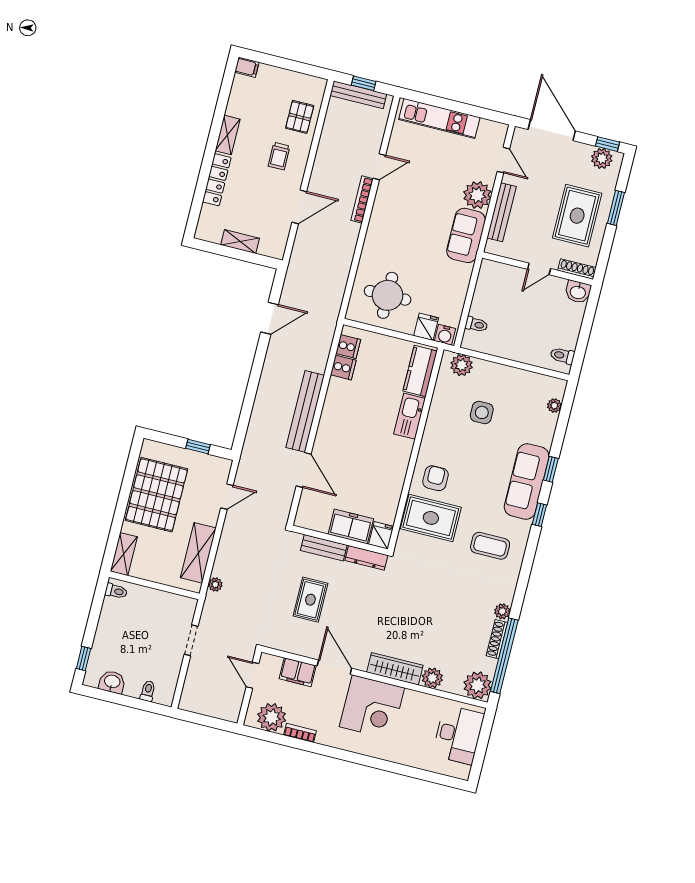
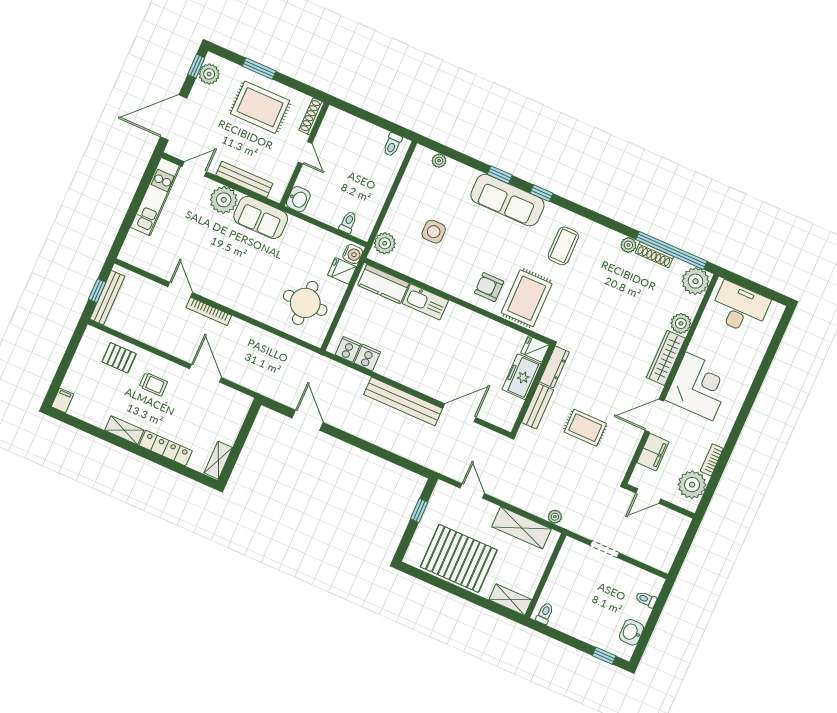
kitchen unit: (439, 118) -> (156, 197), moved
shelving: (240, 242) -> (218, 460), moved
washbasin: (578, 292) -> (298, 199), moved

